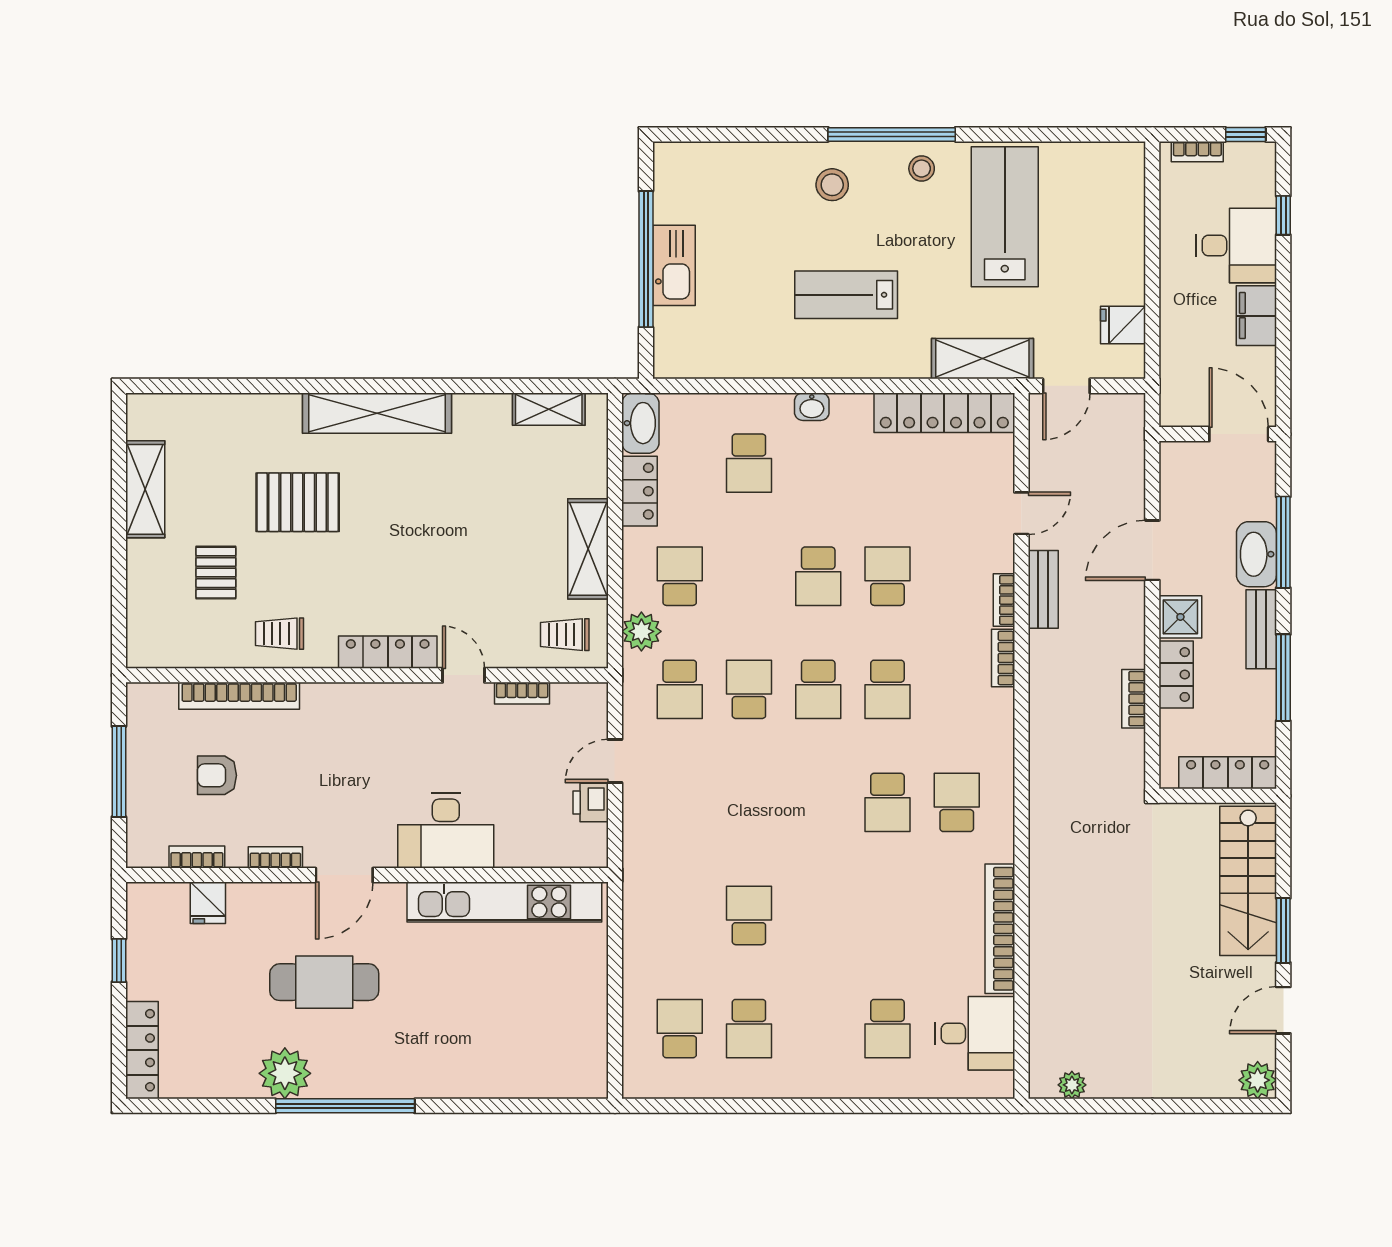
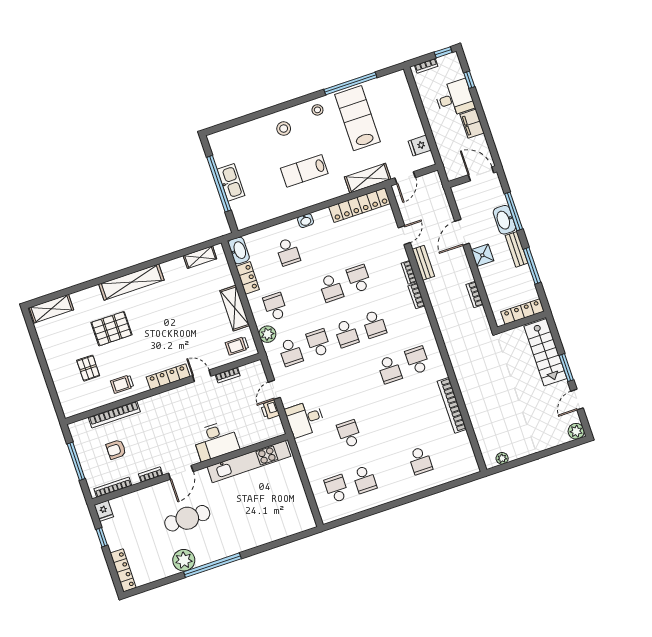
window: (892, 134) -> (350, 84), moved
shelving: (145, 489) -> (51, 309), moved, turned 90
locker: (1176, 675) -> (488, 279), removed
bookcase: (197, 857) -> (113, 487), width x1.56
fridge: (208, 903) -> (104, 511), moved
desk: (975, 1033) -> (305, 419), moved, turned 180

